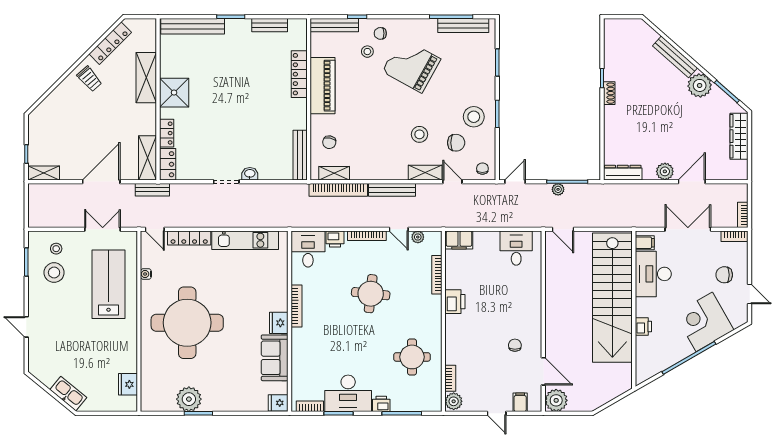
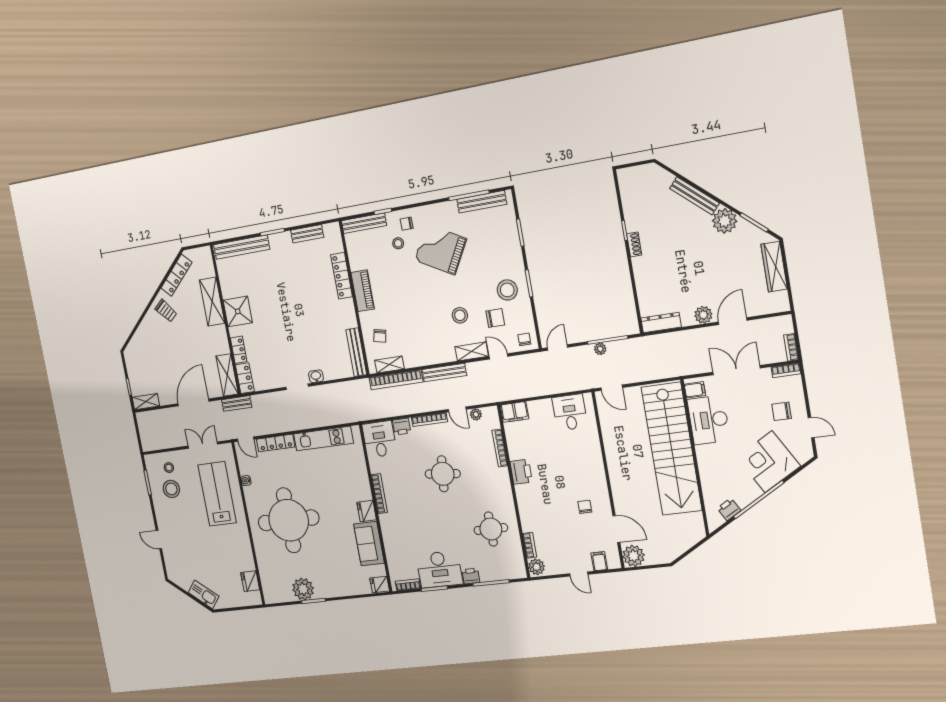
piano: (322, 86) -> (363, 291), width x0.73, depth x0.75
printer: (643, 326) -> (729, 509), moved, turned -120

